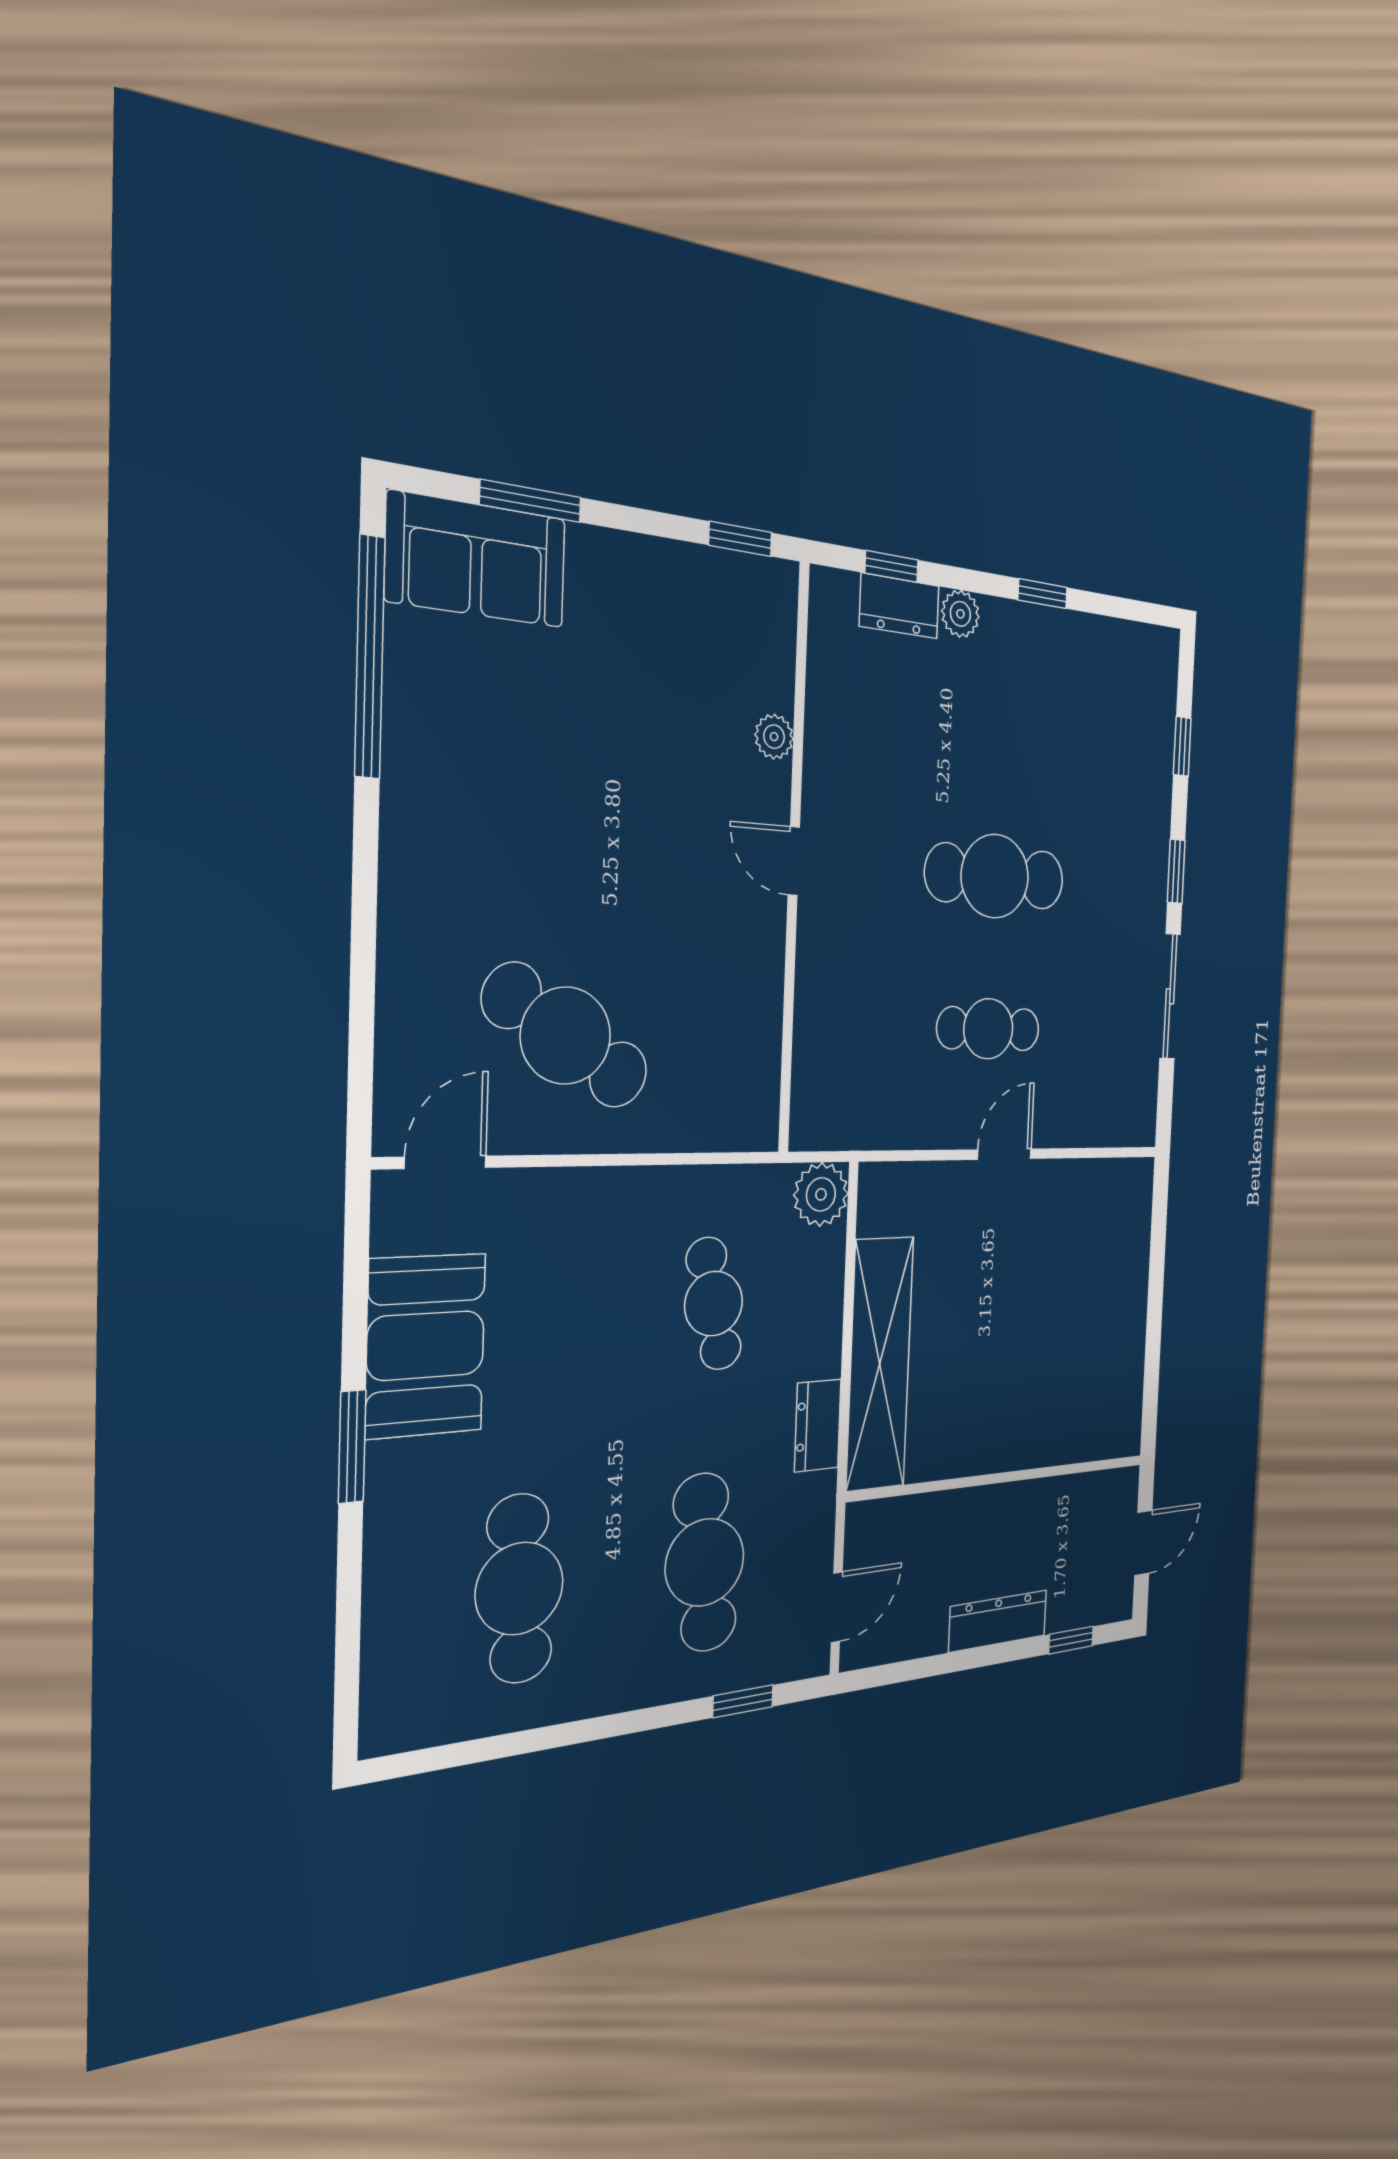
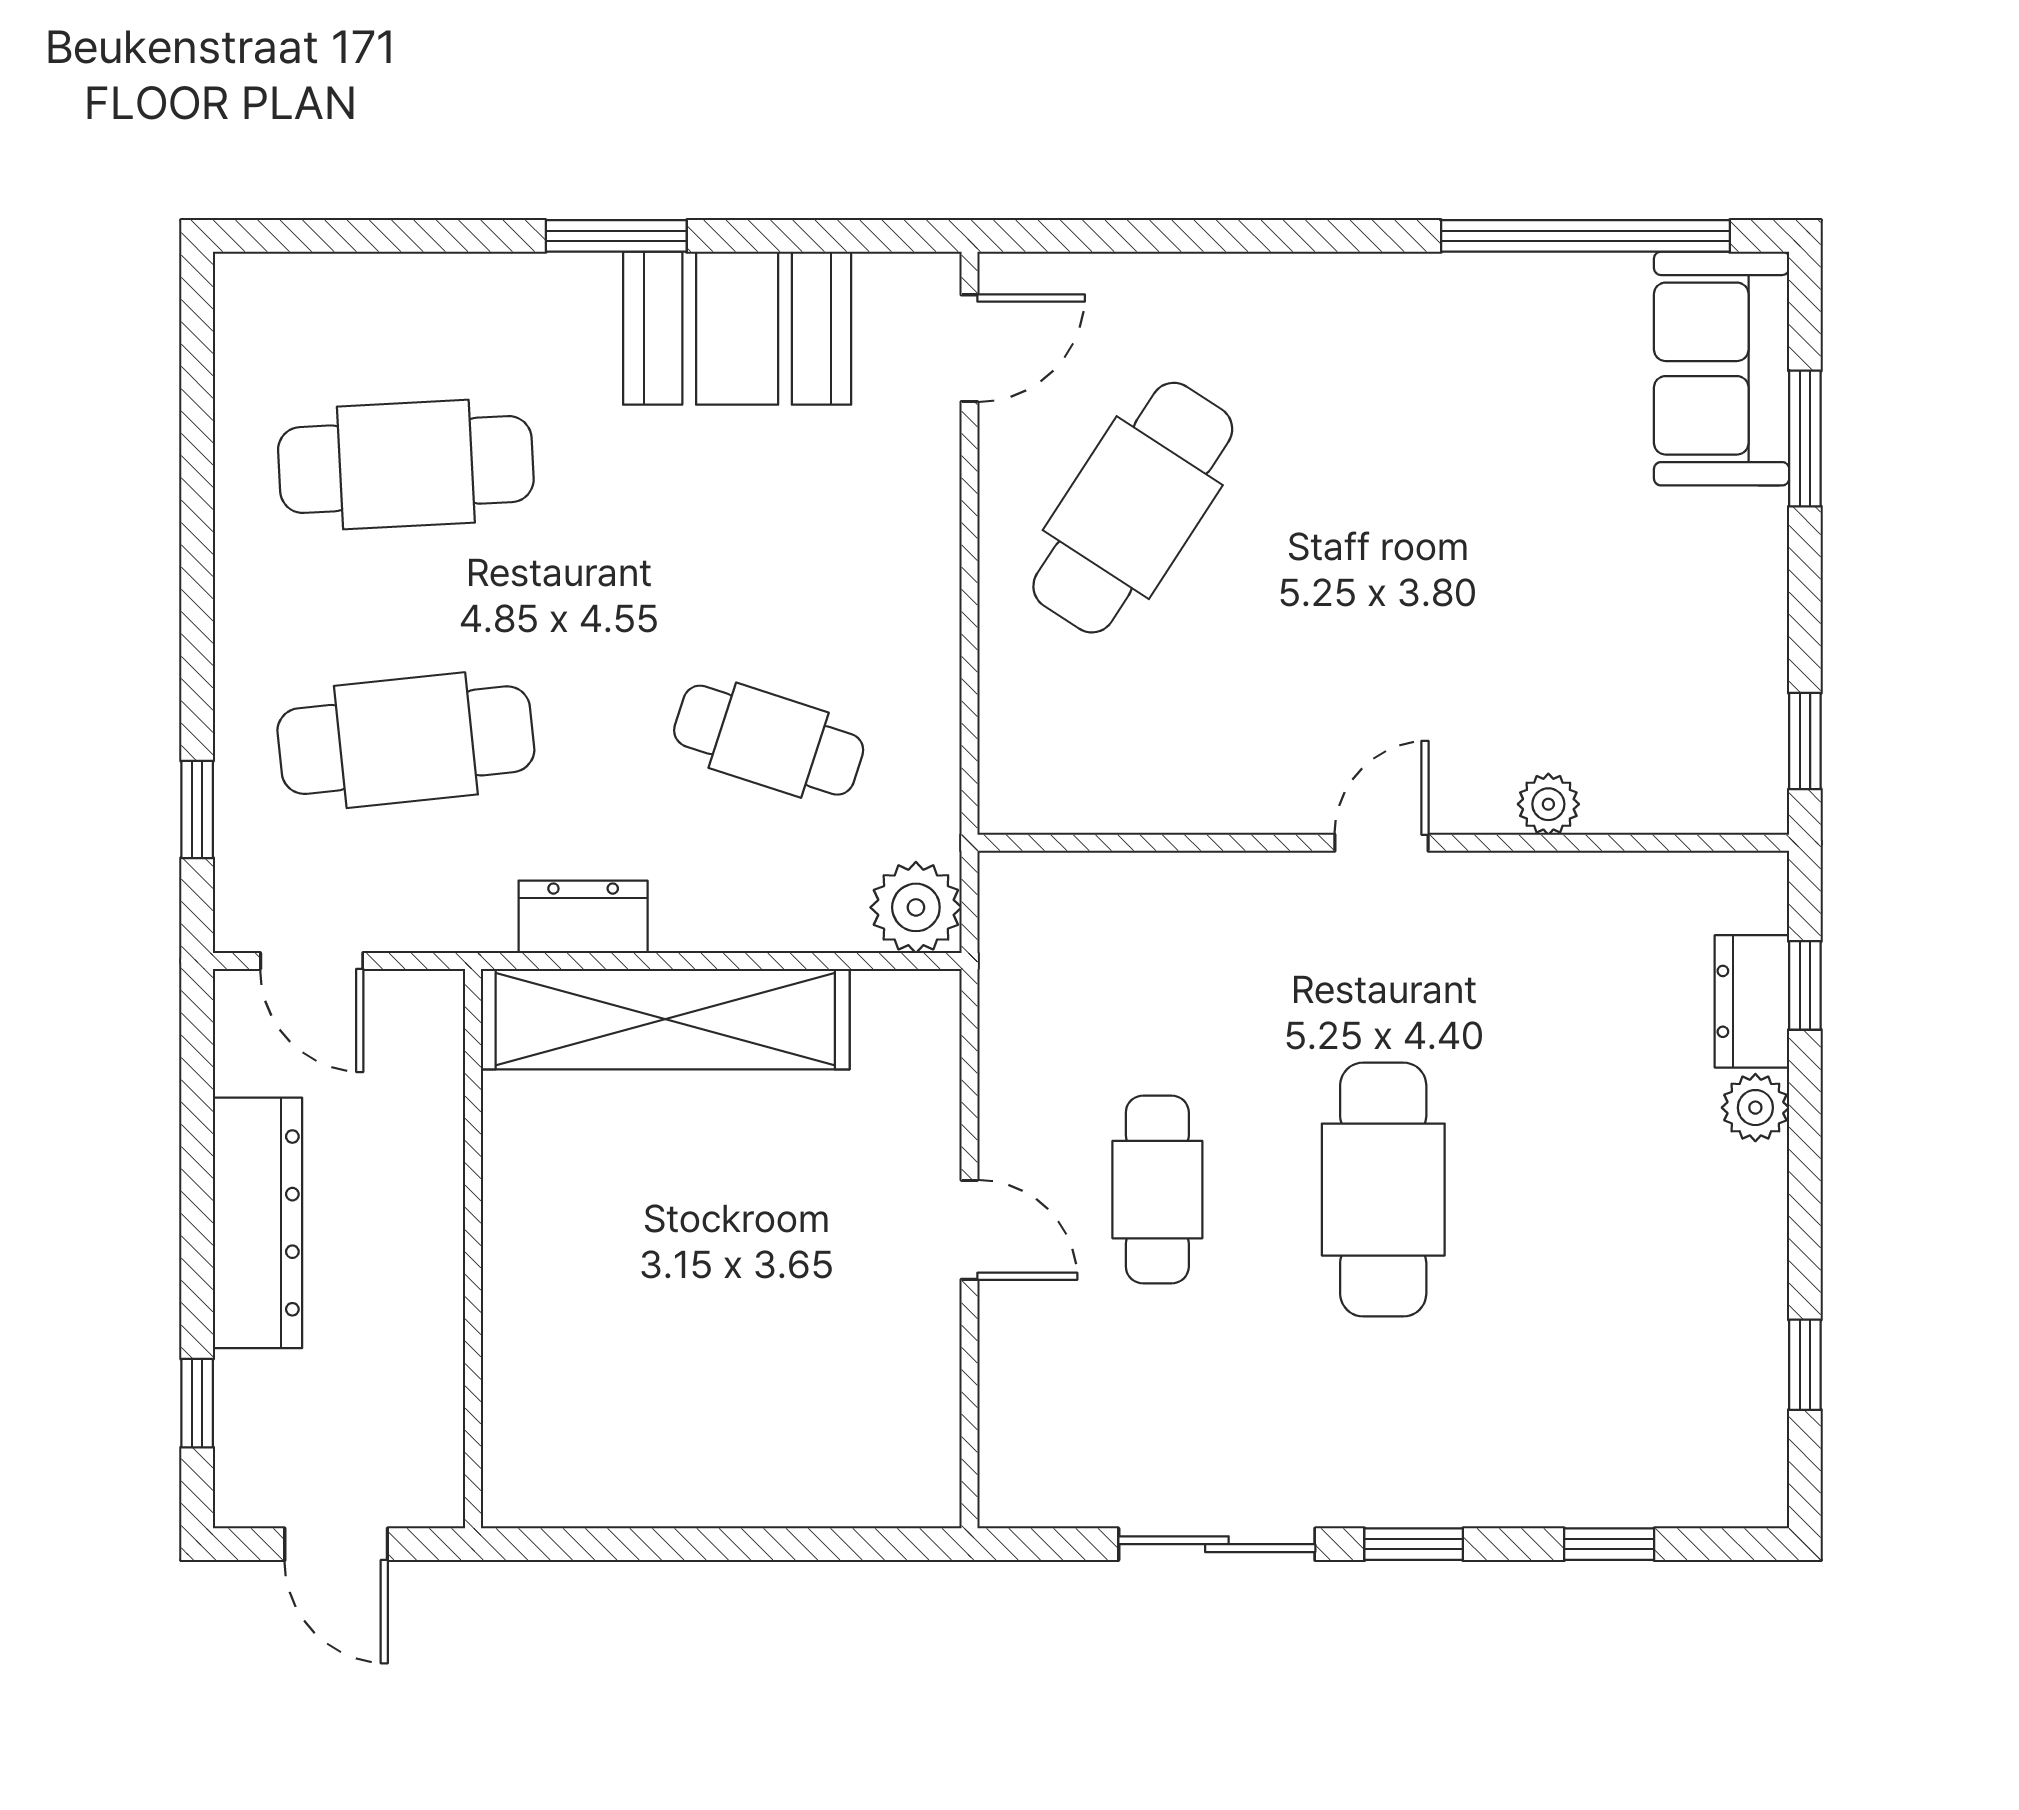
window: (1043, 594) -> (1805, 1365), moved
door: (446, 1162) -> (969, 348), hinge flipped
cafe table: (714, 1304) -> (769, 740), turned 30
dresser: (998, 1621) -> (258, 1223), width x1.37, depth x1.24

